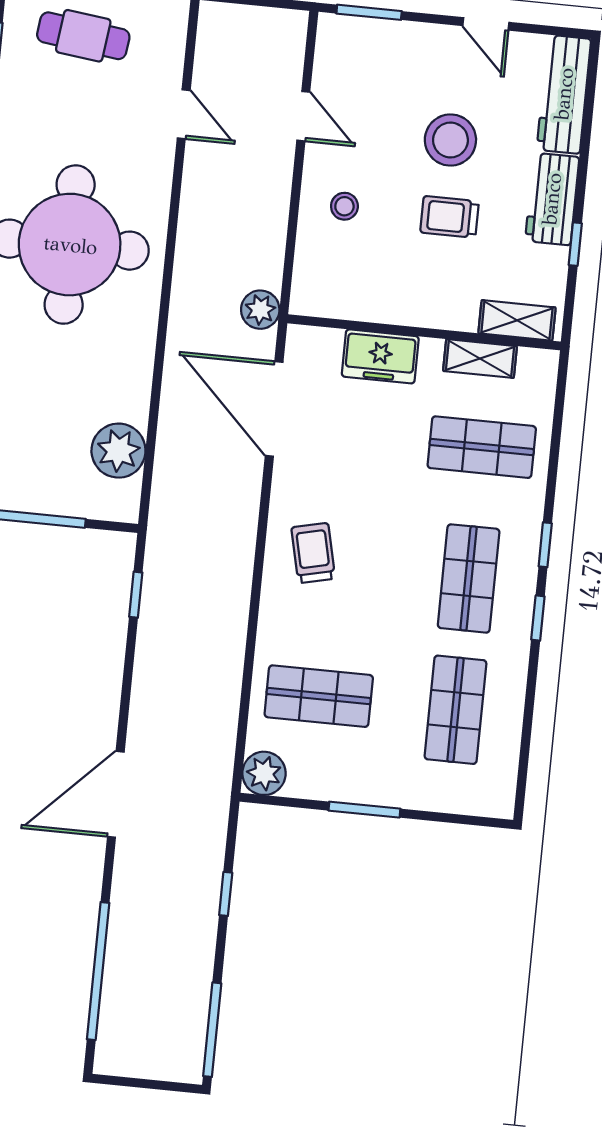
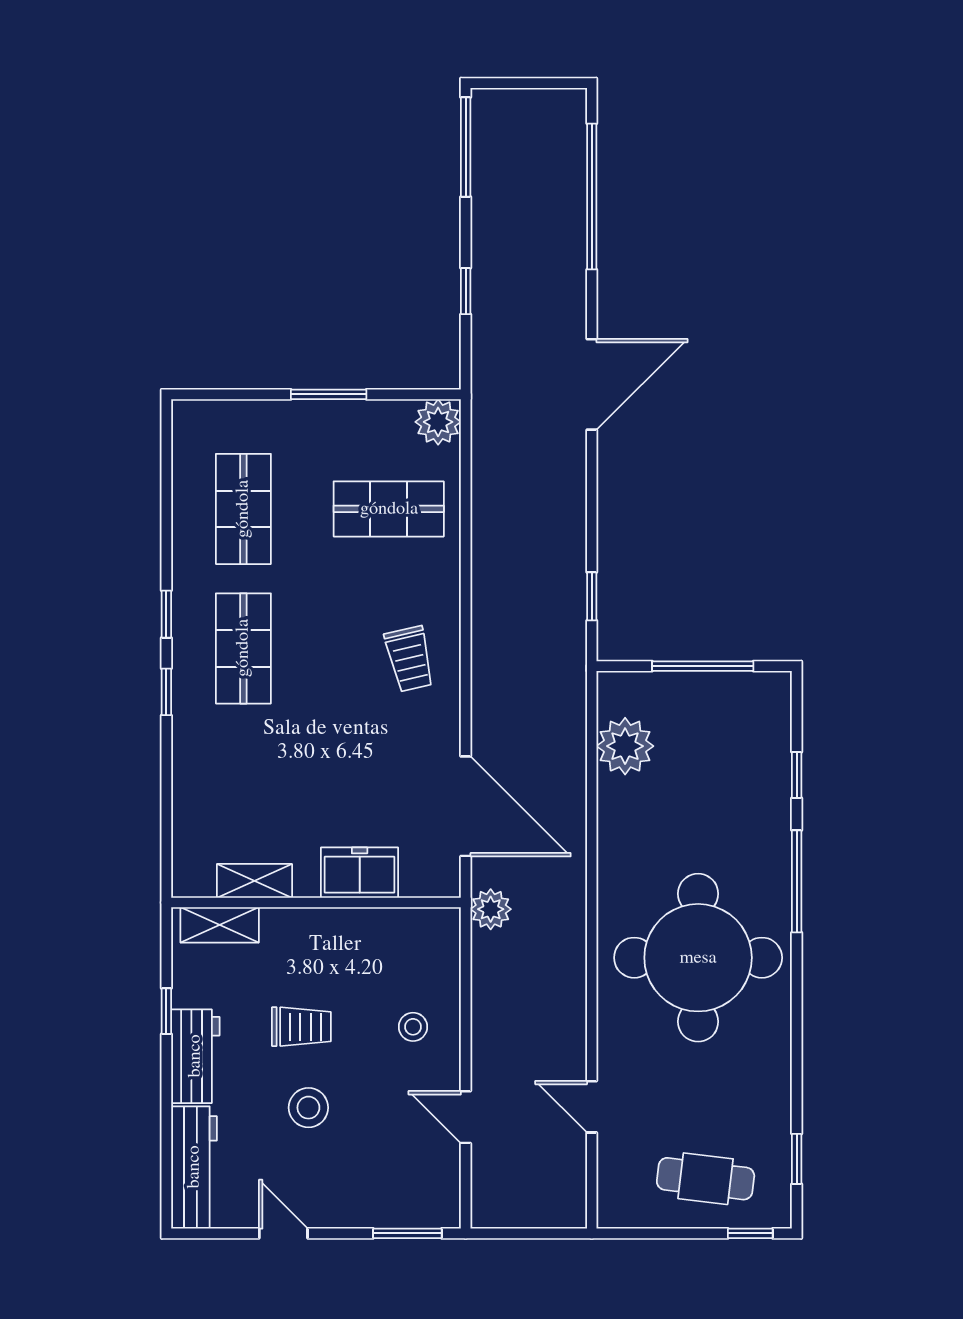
stool: (450, 140) -> (308, 1108), width x0.73, depth x0.73
shop shelf: (482, 447) -> (243, 788), removed

